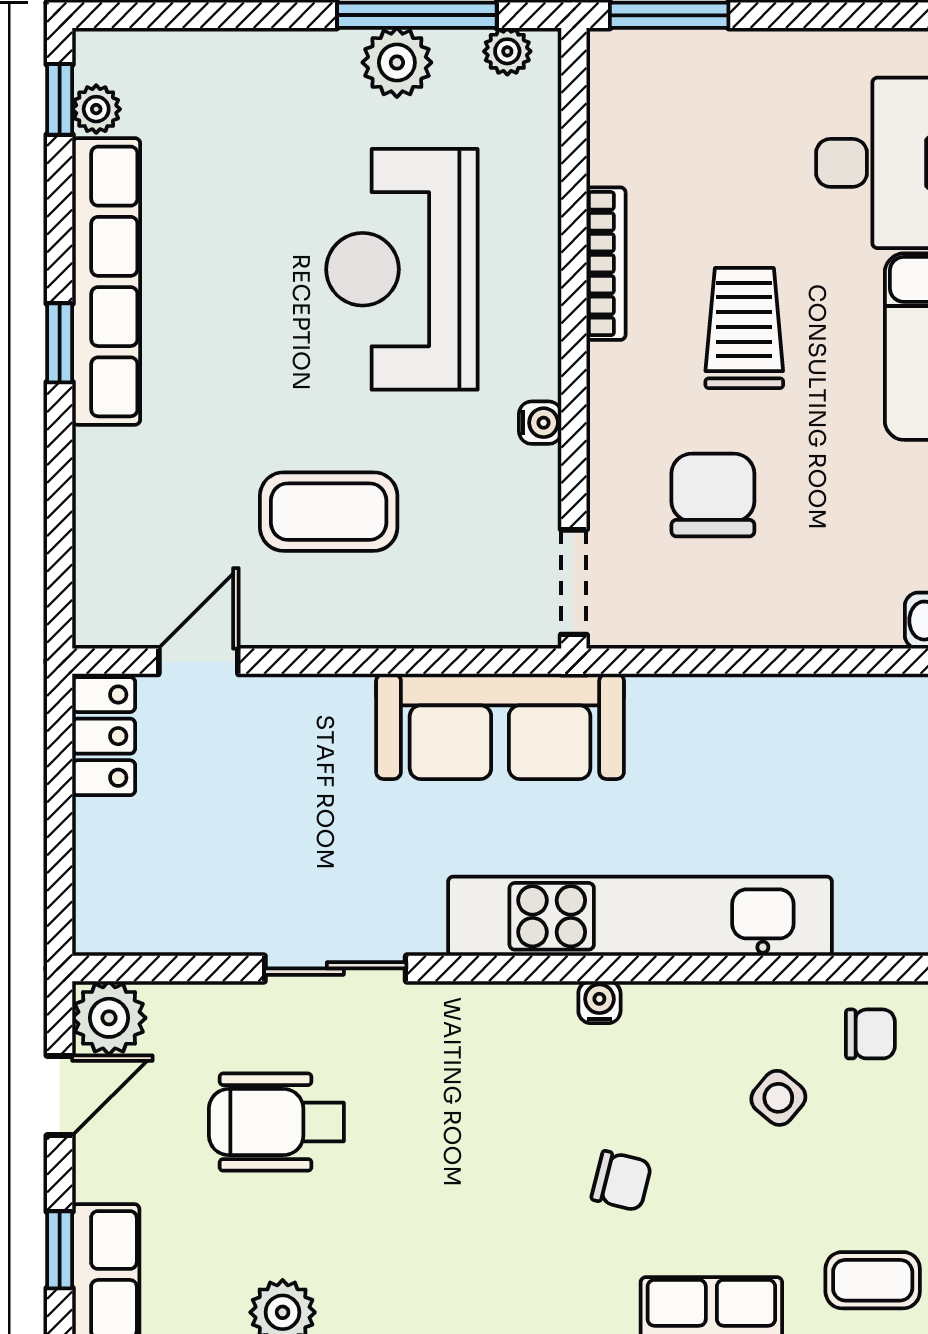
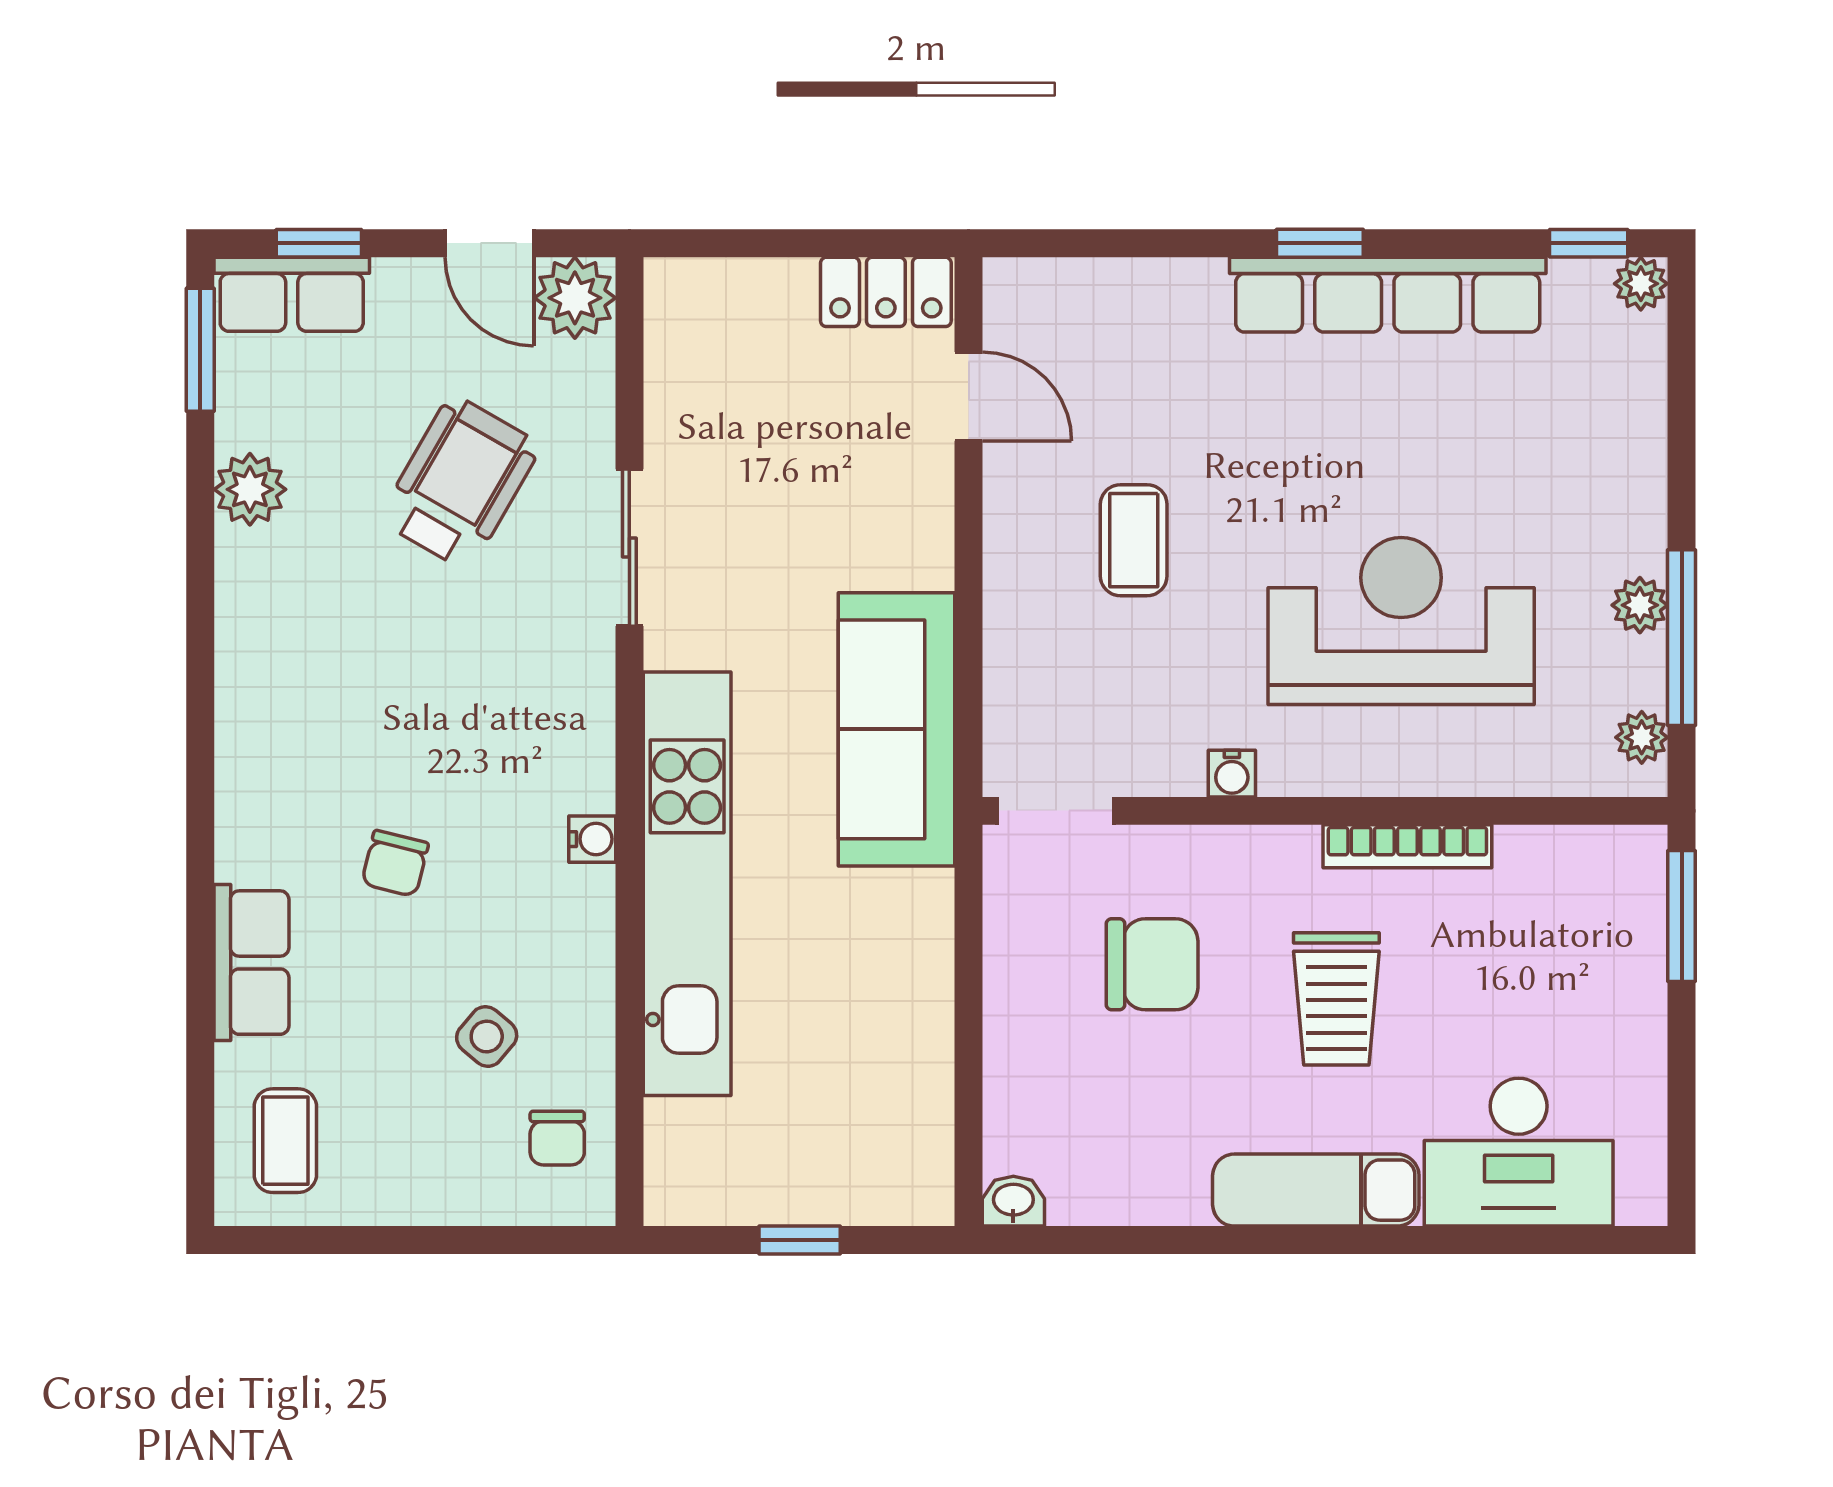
plant: (397, 62) -> (1640, 605), width x0.73, depth x0.73
plant: (96, 109) -> (1641, 284), moved
trolley: (744, 328) -> (1336, 999), turned 90
coffee table: (329, 512) -> (1134, 540), width x0.73, depth x0.77
wheelchair: (276, 1122) -> (460, 482), turned 30

